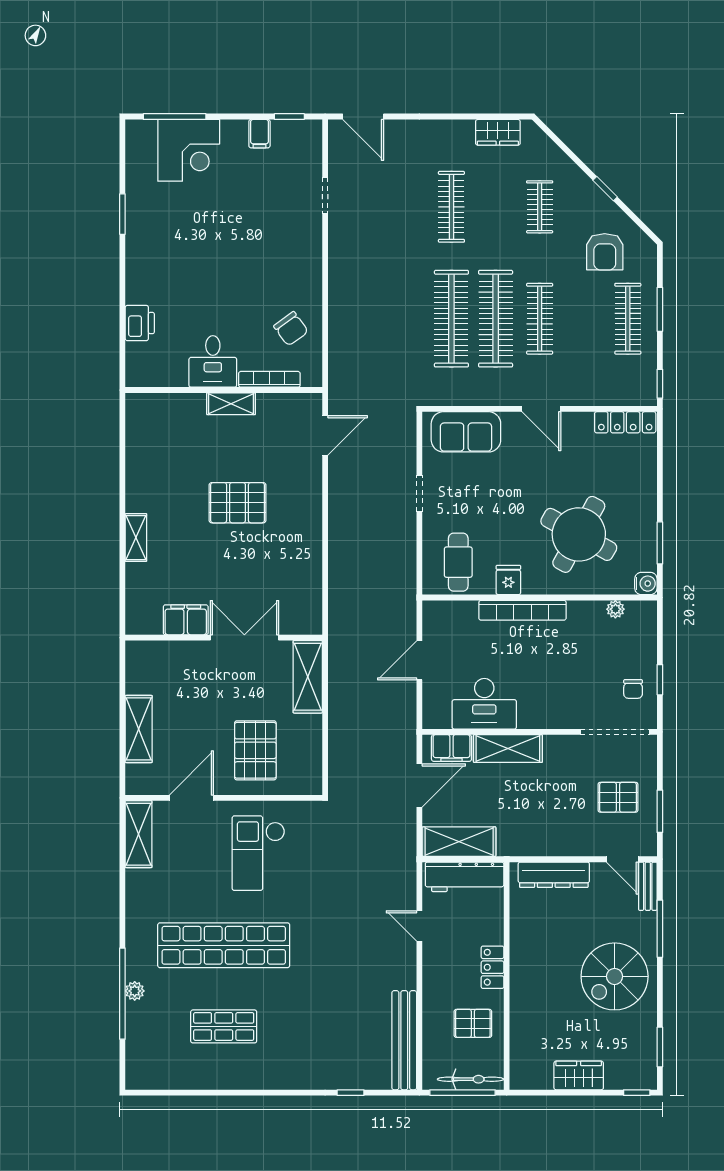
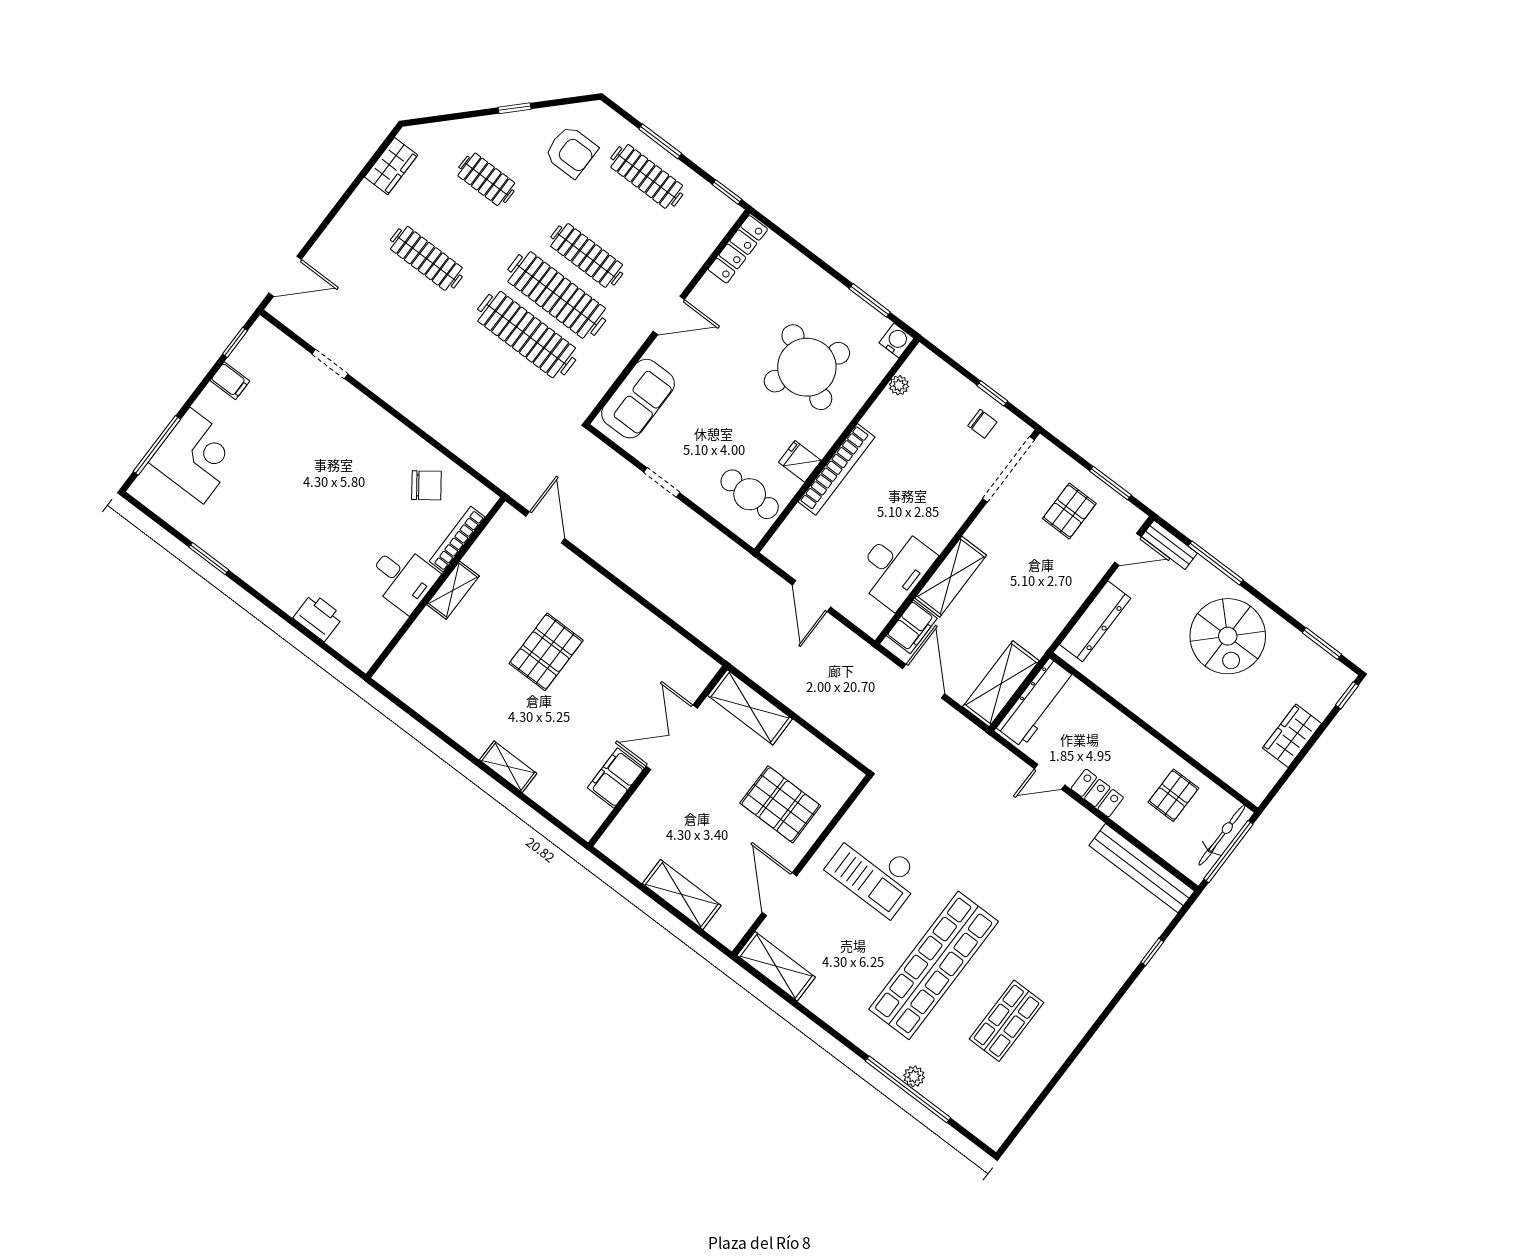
locker: (492, 967) -> (1097, 793), moved, turned 180

